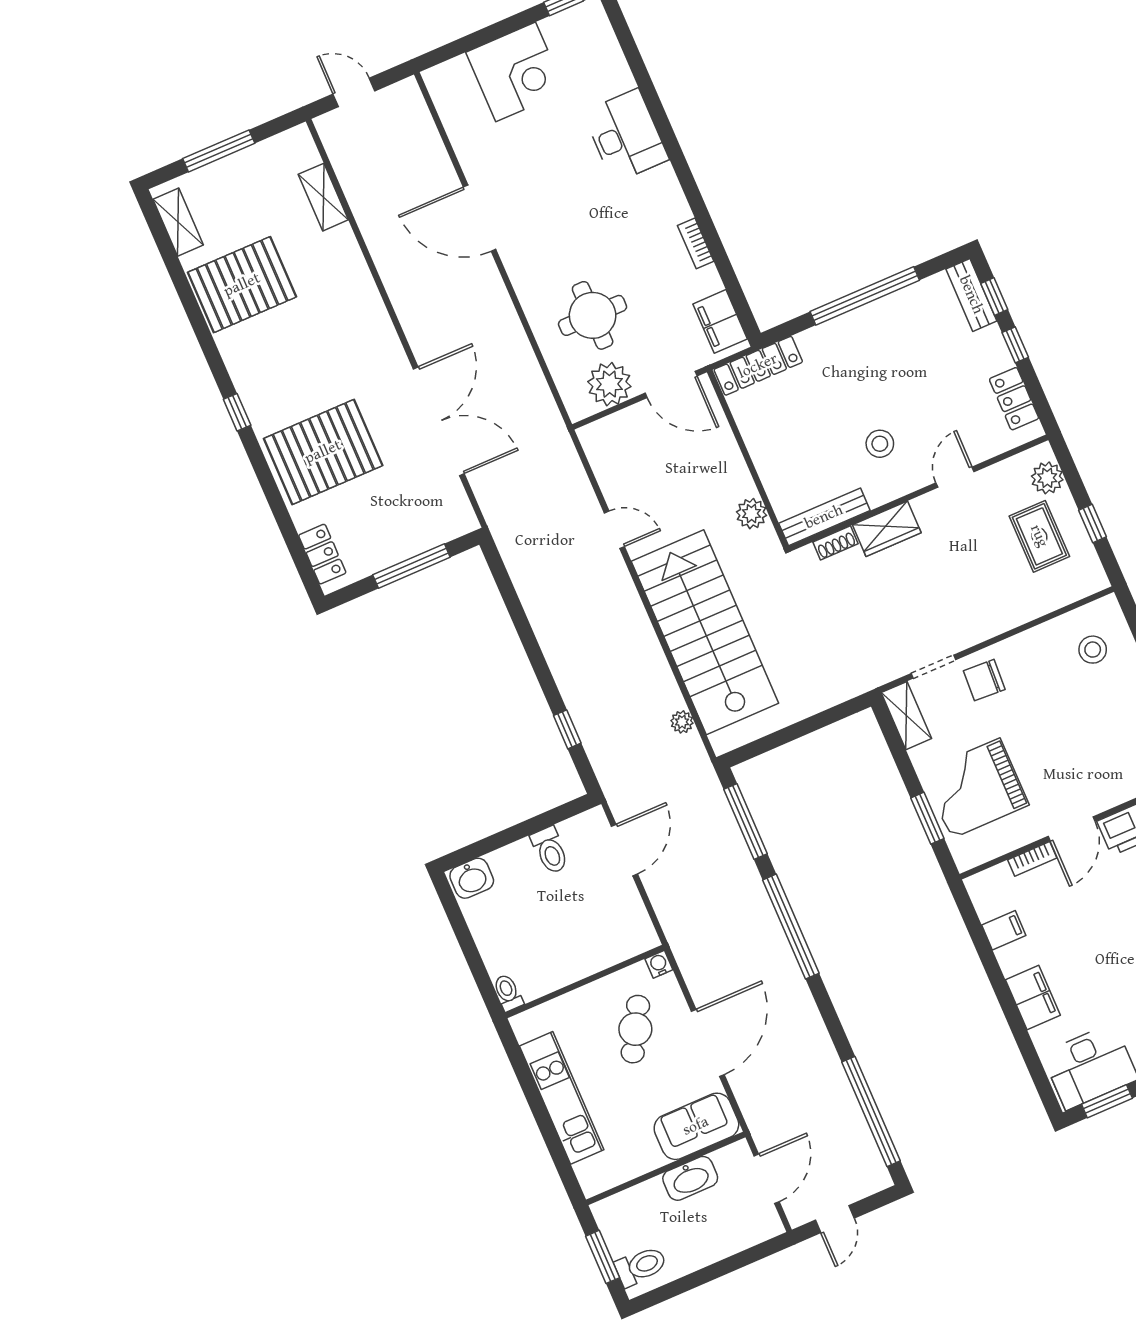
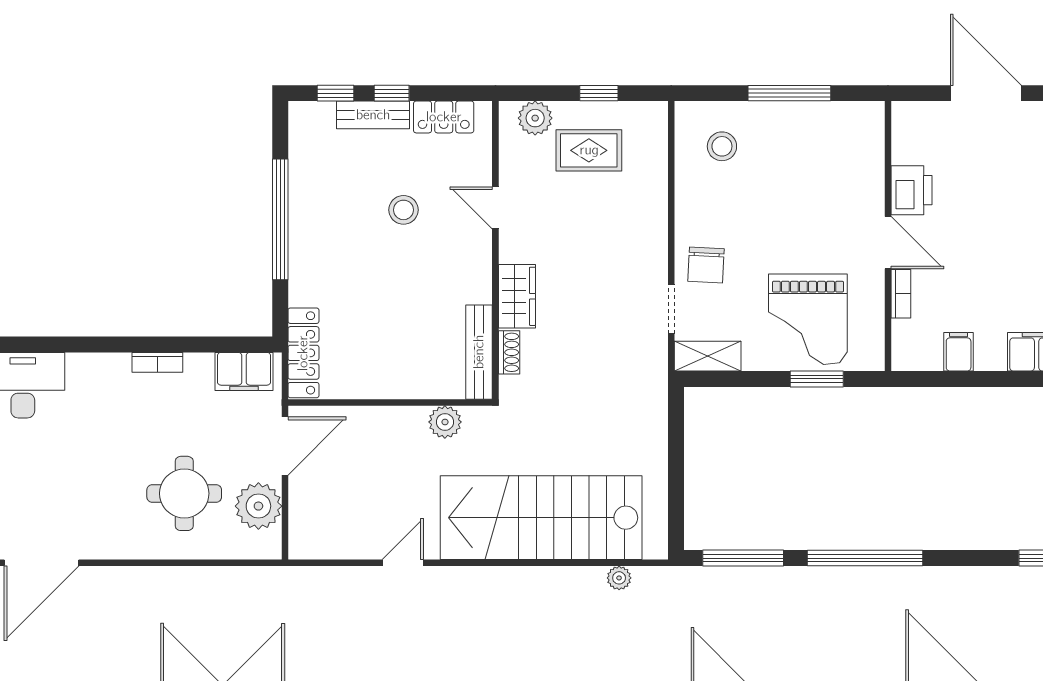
bench: (971, 295) -> (373, 115), moved
stool: (880, 444) -> (403, 210), moved

